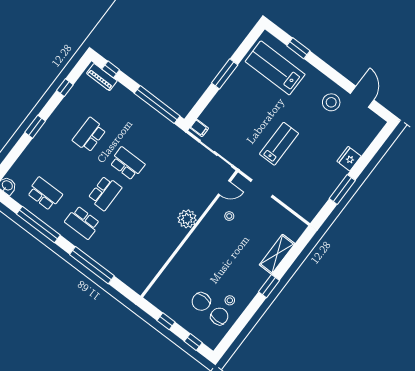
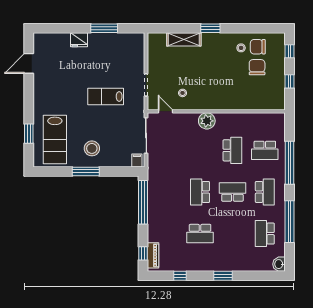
stool: (331, 102) -> (92, 148), moved
school desk: (143, 222) -> (232, 150), added
school desk: (120, 251) -> (265, 150), added
chair: (201, 302) -> (257, 67), turned -90

